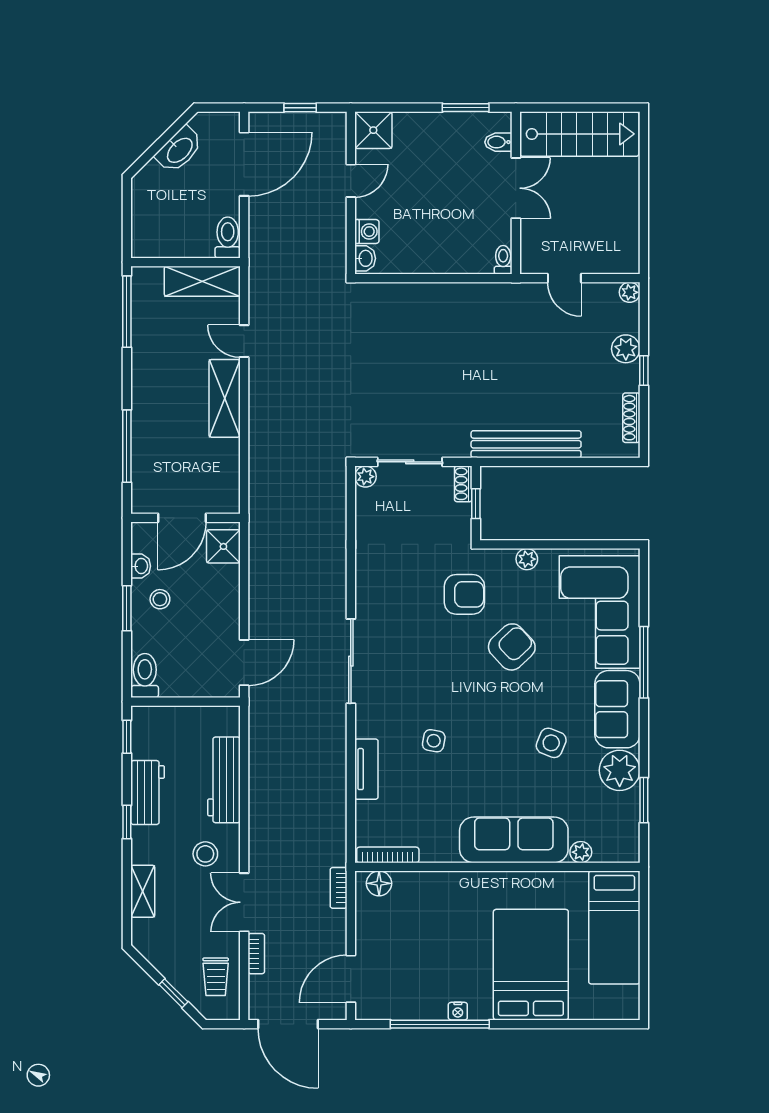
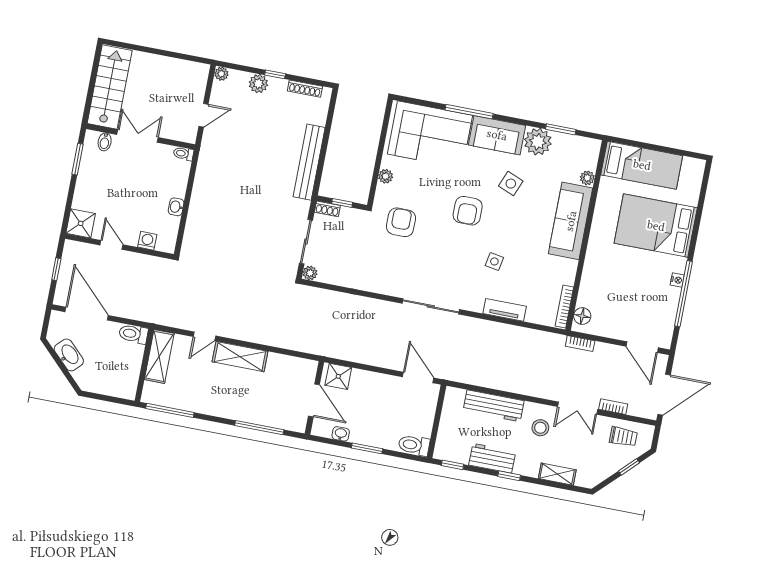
washbasin: (365, 258) -> (176, 207), moved, turned -90
stool: (160, 599) -> (365, 425), removed
armchair: (512, 647) -> (468, 211), moved, turned -137

